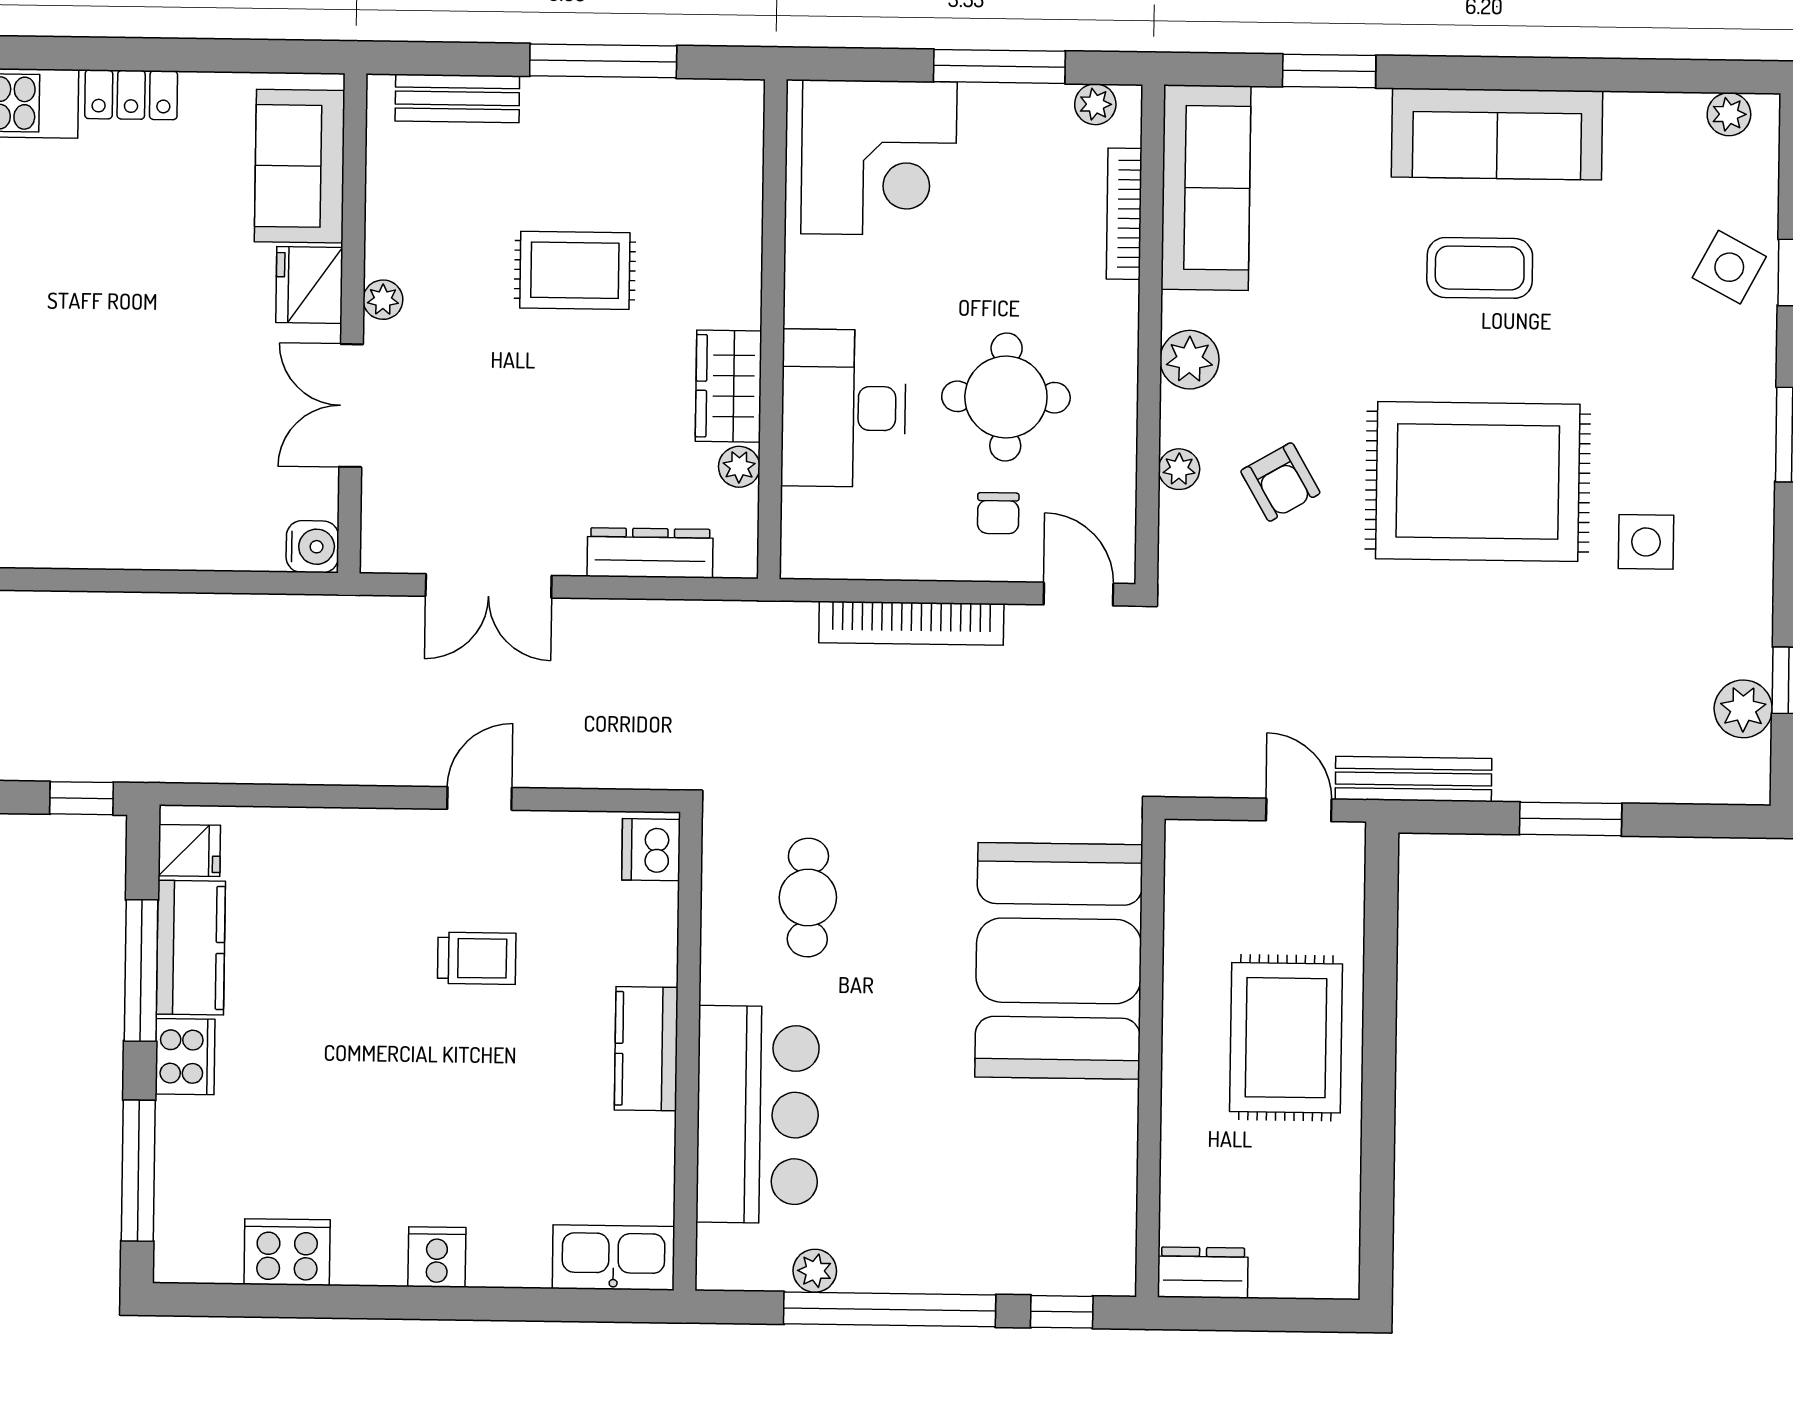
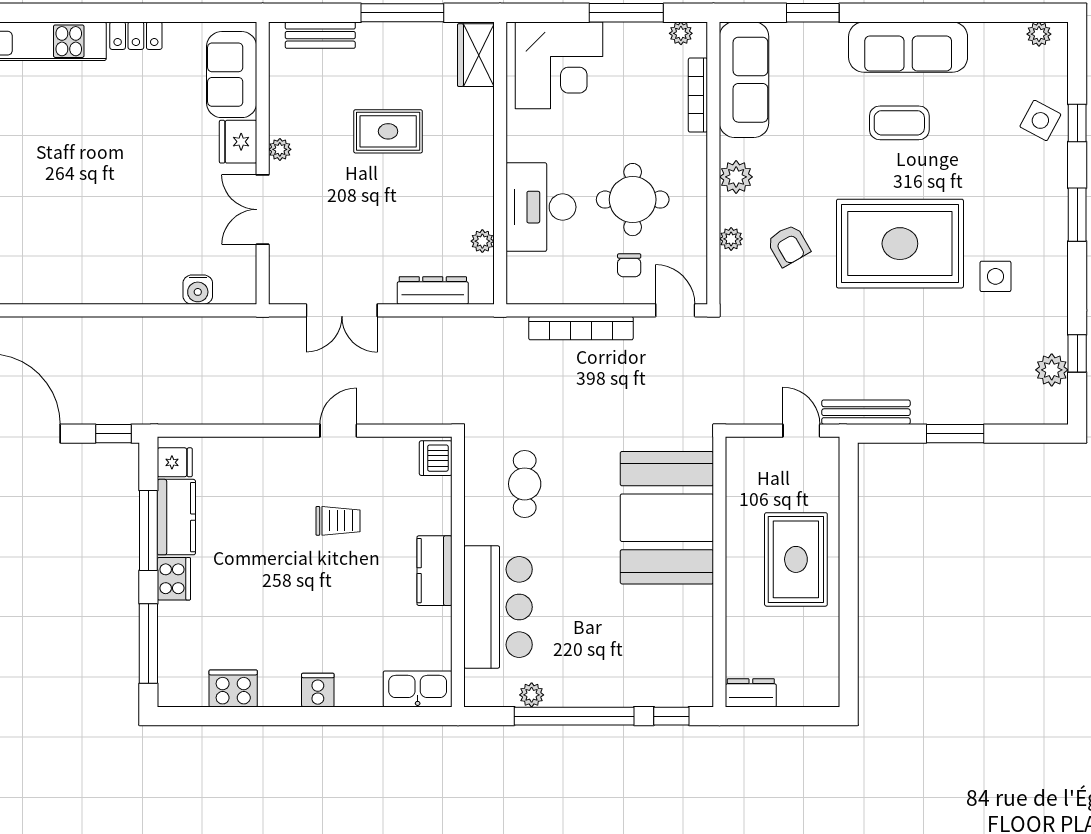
wardrobe: (729, 386) -> (476, 55), moved
water cooler: (312, 547) -> (198, 290), moved, turned 90

